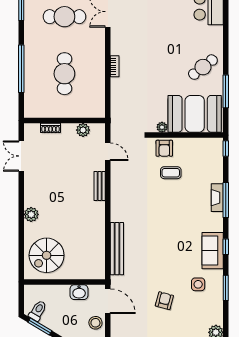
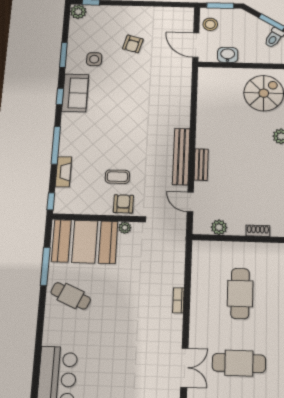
cafe table: (203, 67) -> (71, 296), turned 62
fireplace: (217, 198) -> (63, 172), moved
bench: (117, 249) -> (181, 156), moved

